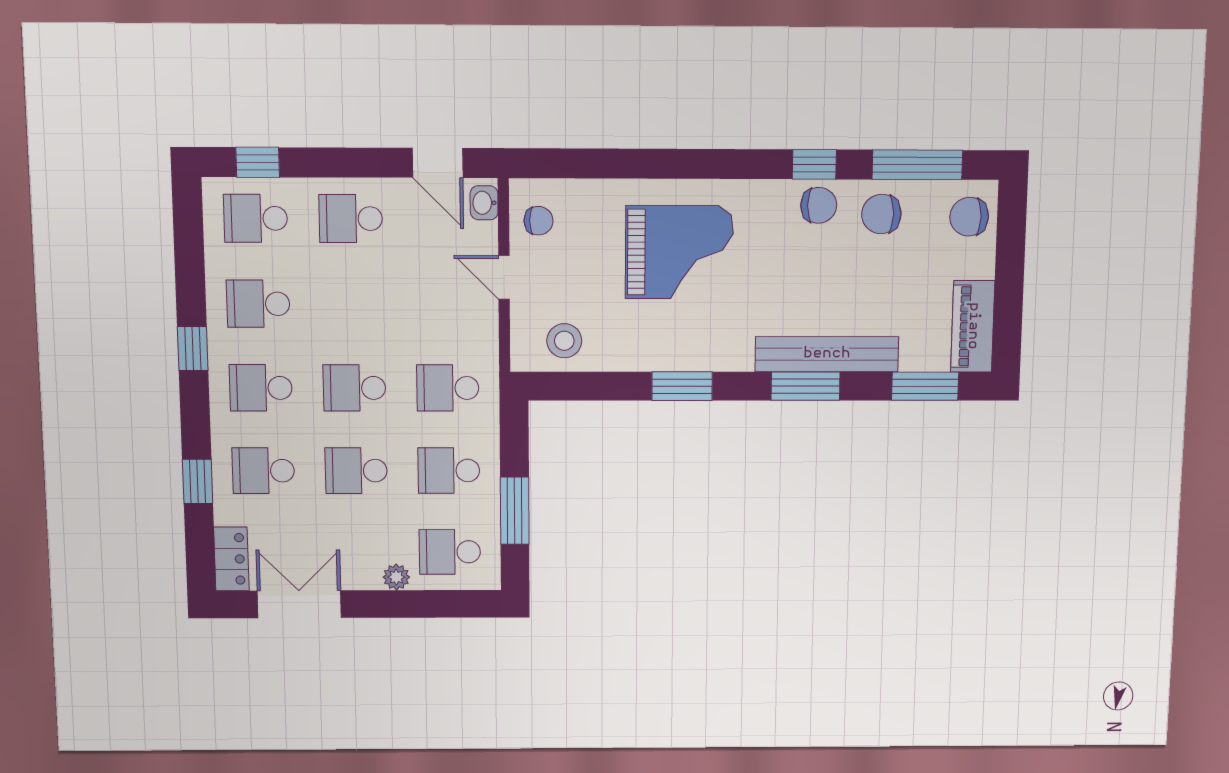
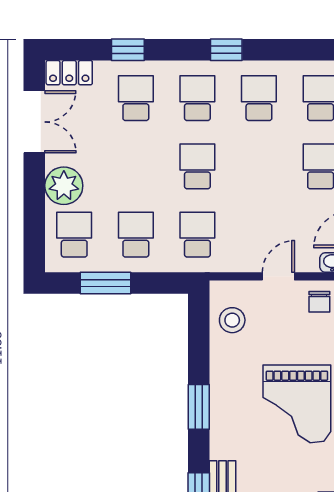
school desk: (356, 471) -> (136, 166), removed
plant: (396, 577) -> (64, 186), width x1.88, depth x1.88

